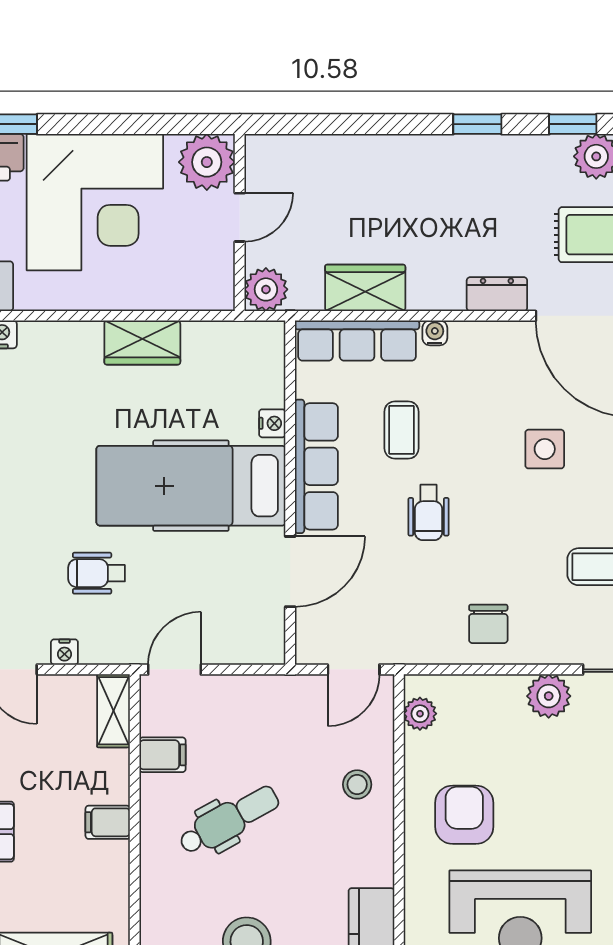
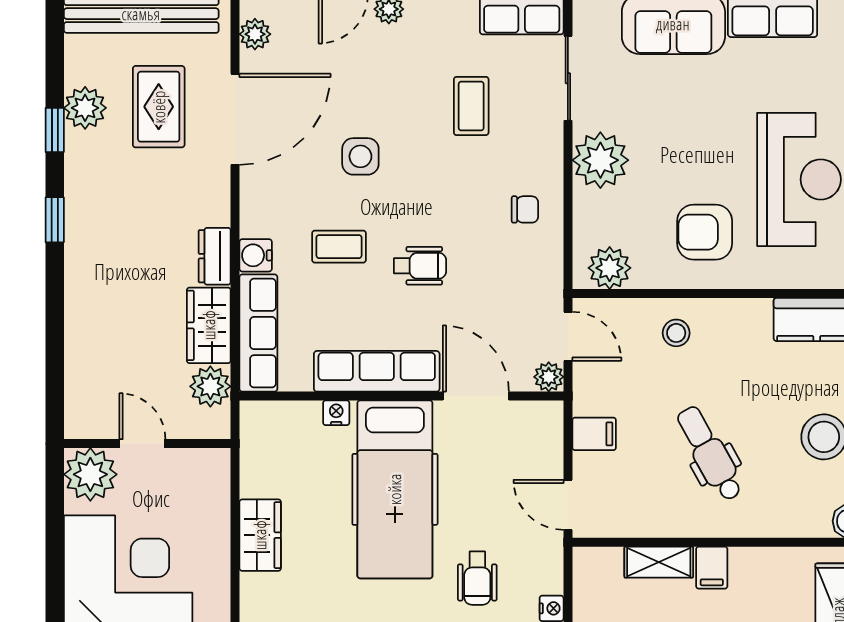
plant: (266, 289) -> (210, 386), moved
dresser: (497, 294) -> (215, 256), moved
water cooler: (435, 333) -> (256, 255), width x1.38, depth x1.38
coffee table: (402, 430) -> (339, 247), moved
chair: (488, 624) -> (525, 209), width x0.73, depth x0.73
plant: (310, 649) -> (549, 377), added
plant: (549, 696) -> (600, 160), width x1.36, depth x1.36
shelving: (114, 711) -> (659, 562), moved
plant: (420, 714) -> (610, 268), width x1.38, depth x1.38
filing cabinet: (162, 755) -> (594, 434), moved, turned 90

